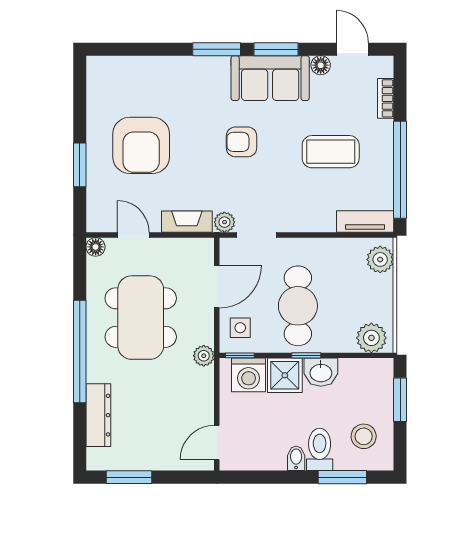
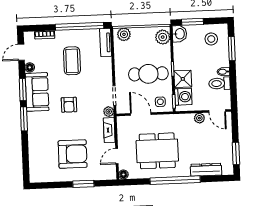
plant: (204, 356) -> (199, 118), moved
washbasin: (321, 372) -> (179, 34), moved
toilet: (320, 449) -> (219, 83), moved

